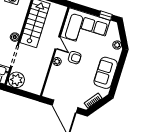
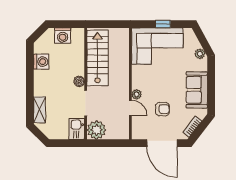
window: (106, 16) -> (163, 24), moved
door: (57, 43) -> (130, 108), moved
armchair: (75, 58) -> (162, 109), moved

